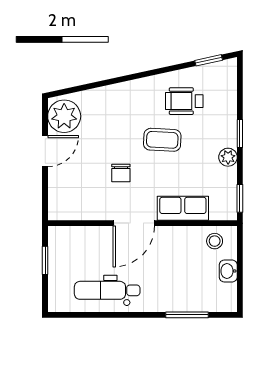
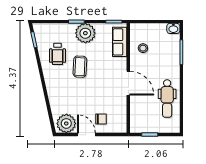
plant: (228, 157) -> (85, 33), width x1.88, depth x1.88
chair: (121, 173) -> (101, 119), moved
row of seats: (183, 208) -> (120, 42), moved
stool: (215, 241) -> (143, 48), moved
washbasin: (228, 271) -> (173, 28), moved

